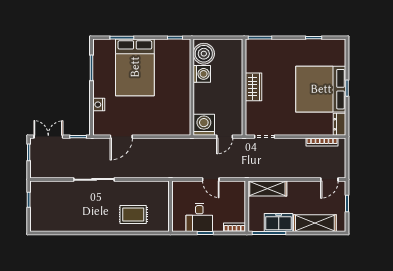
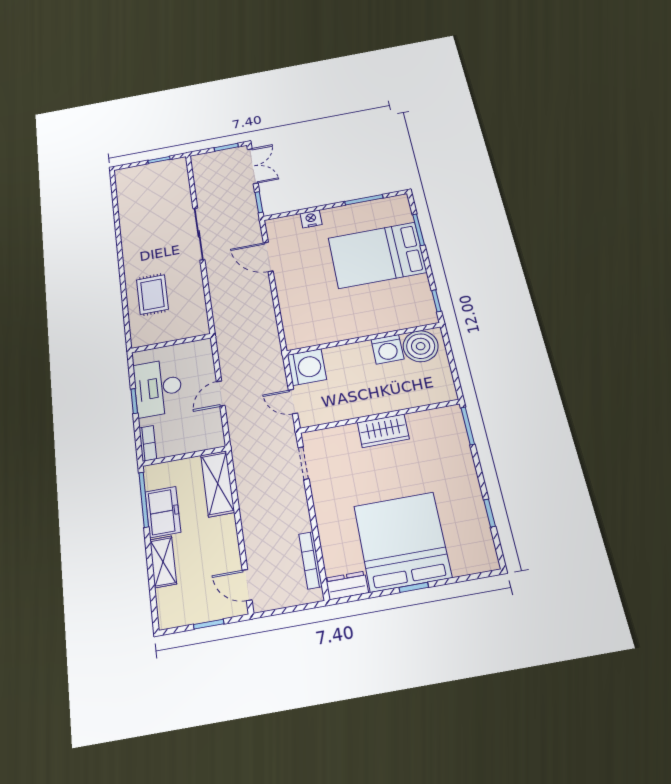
desk: (199, 217) -> (158, 388), width x1.37
shelving: (315, 223) -> (163, 562), width x0.67, depth x0.75

